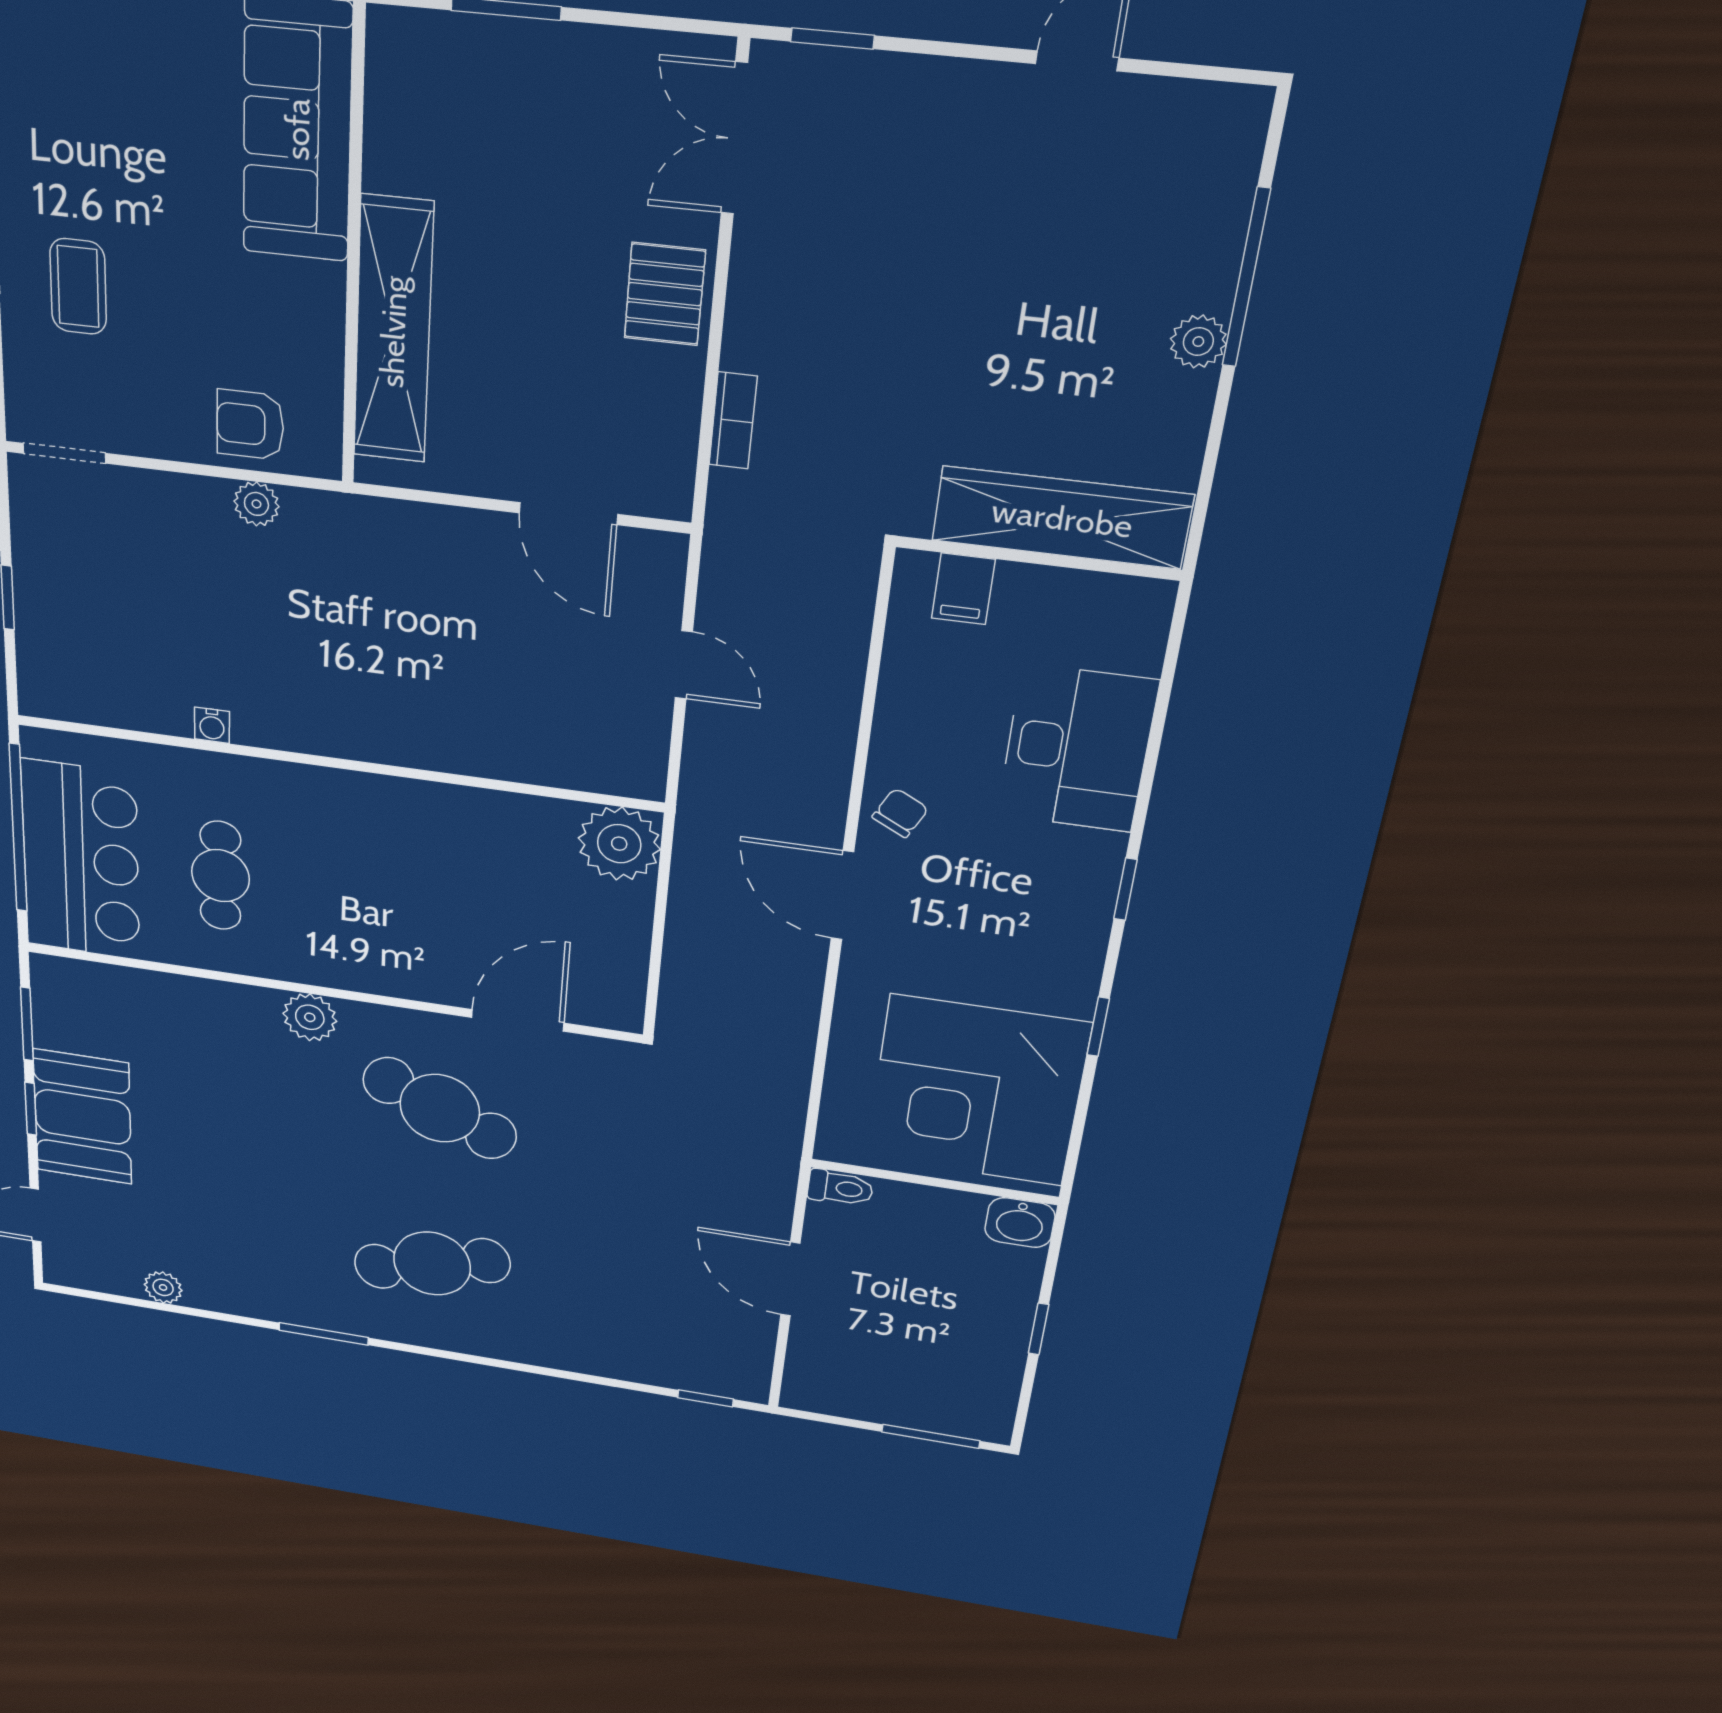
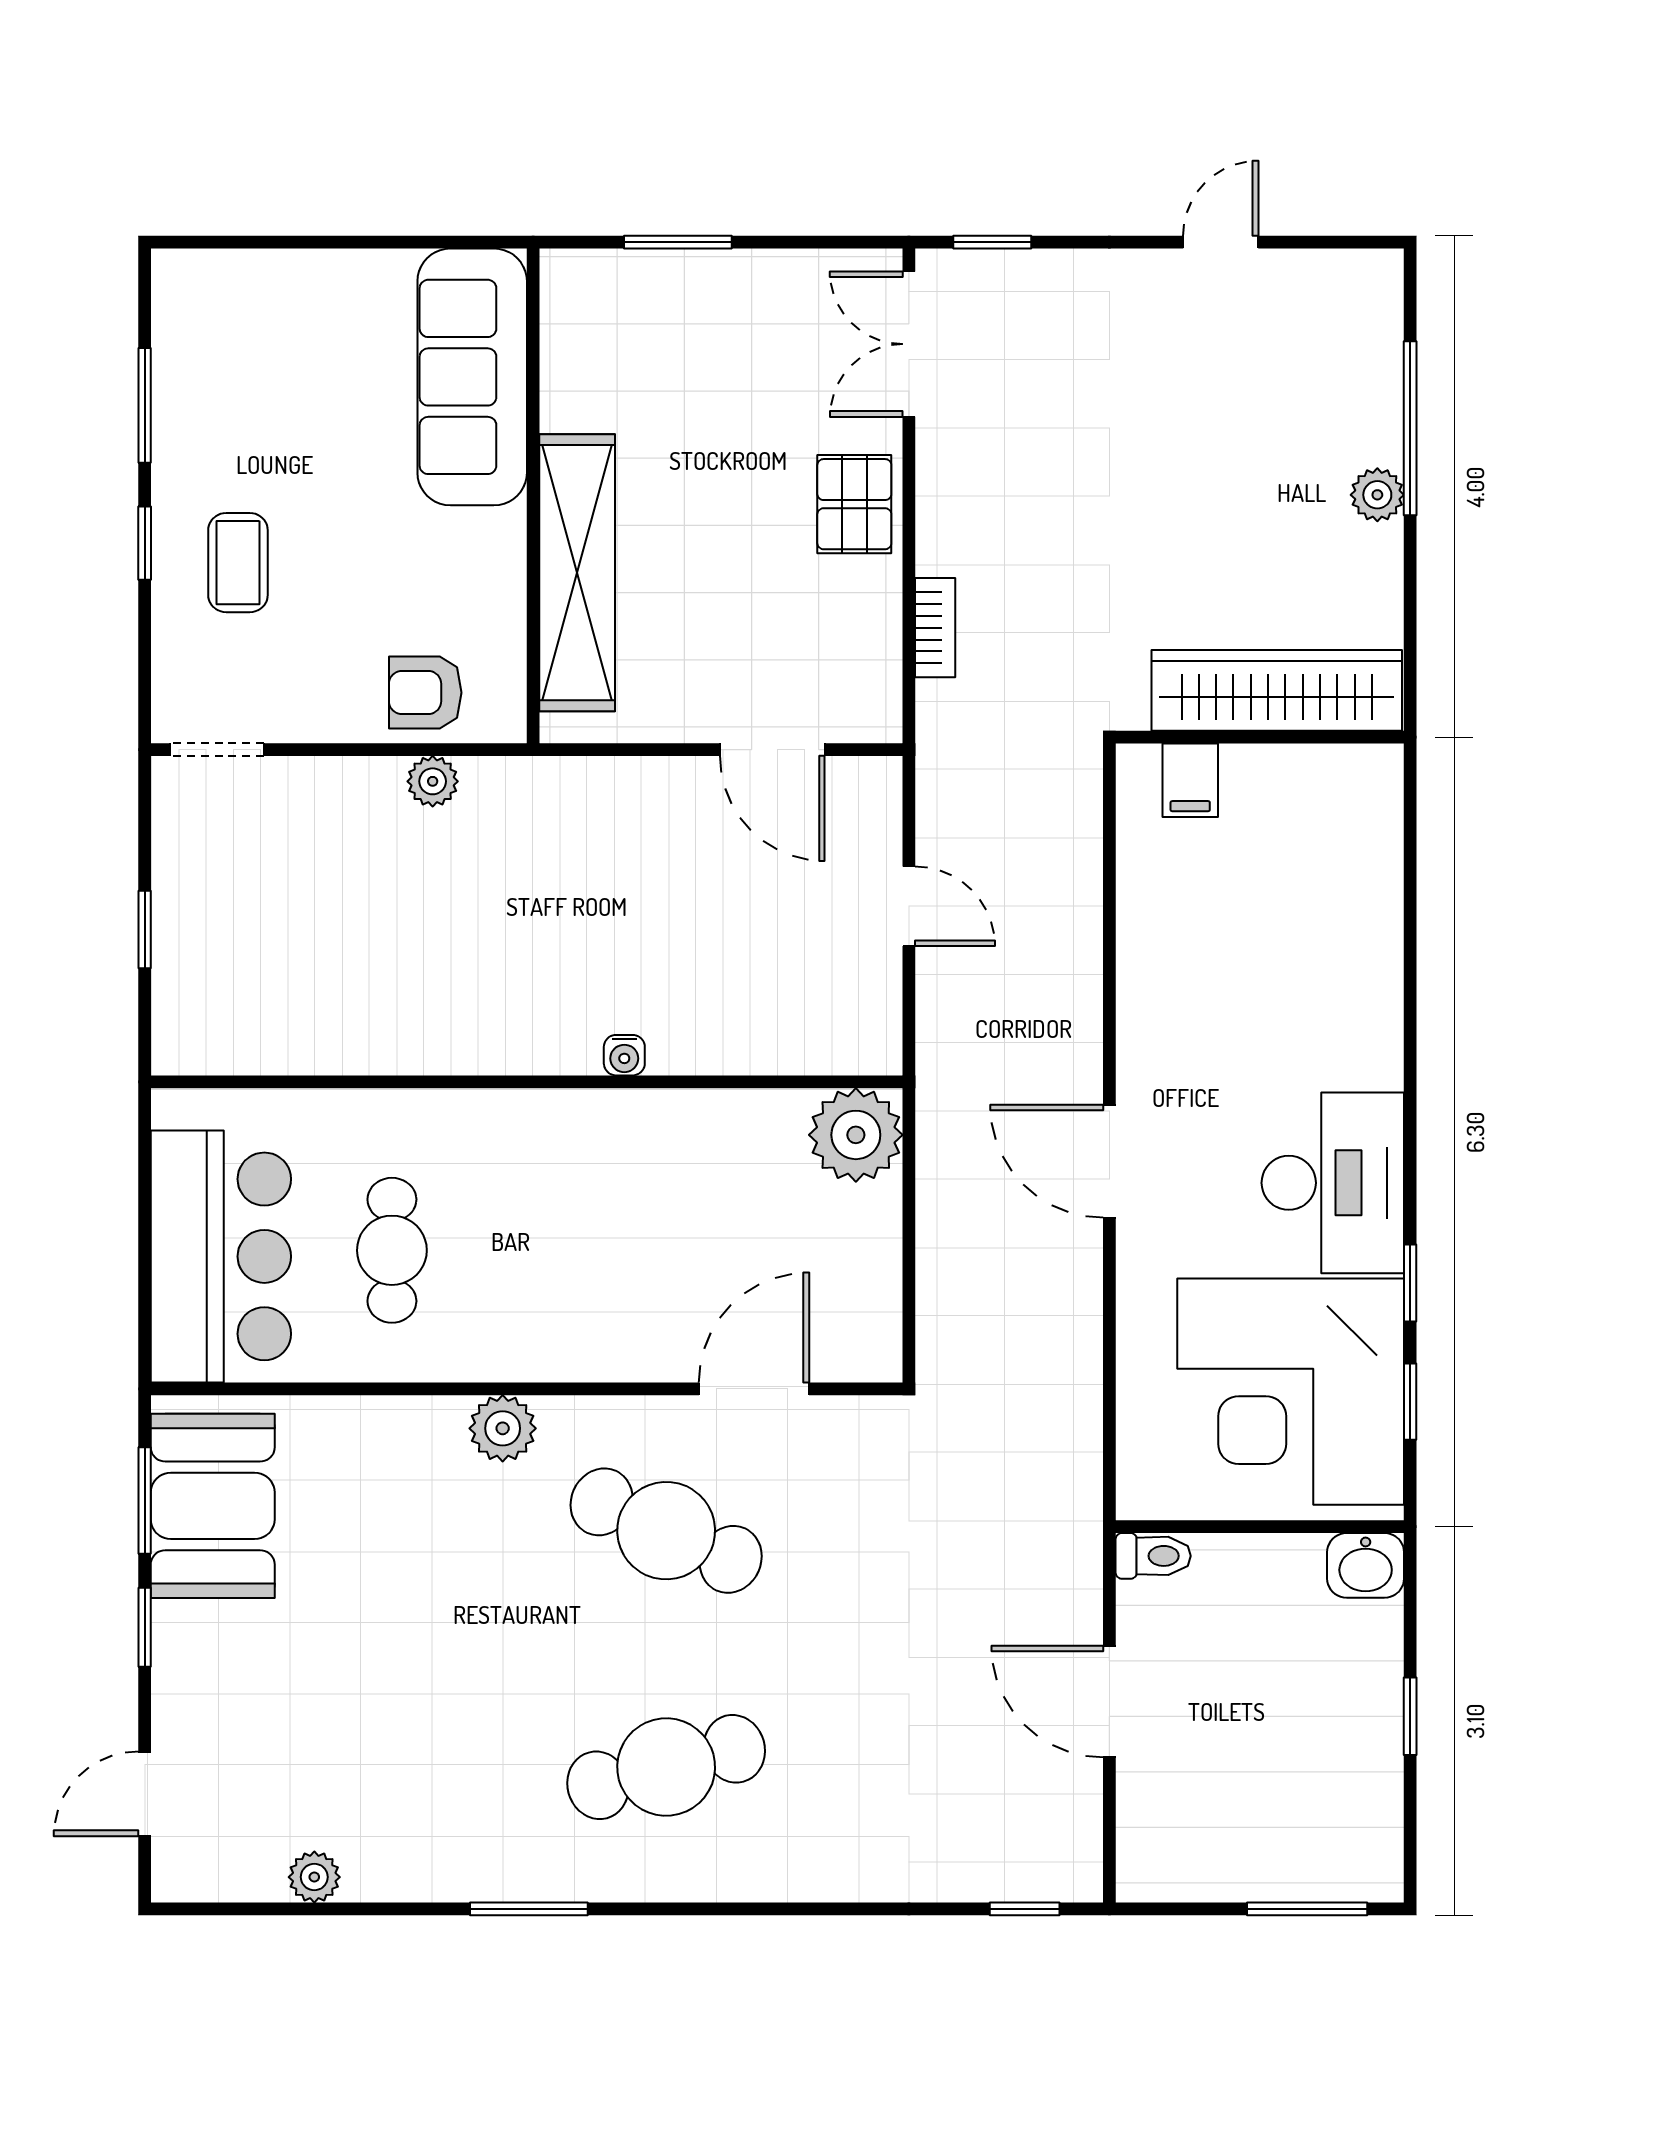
water cooler: (212, 725) -> (624, 1055), moved
desk: (1077, 748) -> (1333, 1183), moved
chair: (900, 813) -> (1159, 1049), removed
window: (18, 828) -> (145, 1225), removed
window: (1125, 889) -> (1410, 1402), moved
booth: (83, 1117) -> (213, 1506), moved

